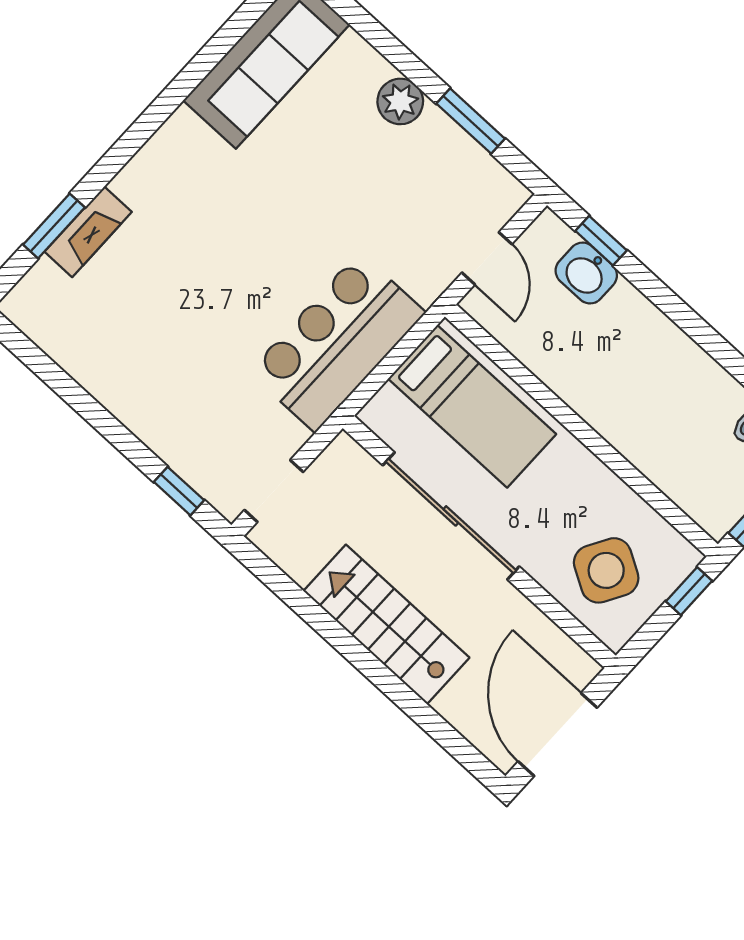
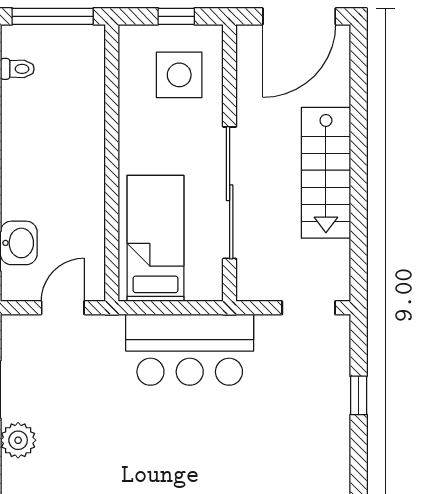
window: (179, 491) -> (359, 395), moved
side table: (606, 570) -> (179, 75), turned -30
window: (689, 591) -> (176, 16), moved

